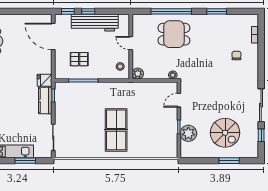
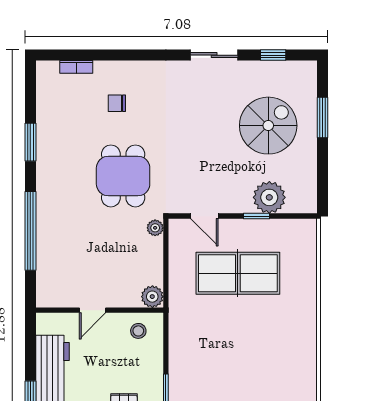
dining table: (174, 34) -> (123, 176), moved
sliding door: (261, 105) -> (214, 55), width x0.73
table tennis table: (116, 130) -> (238, 273), moved

